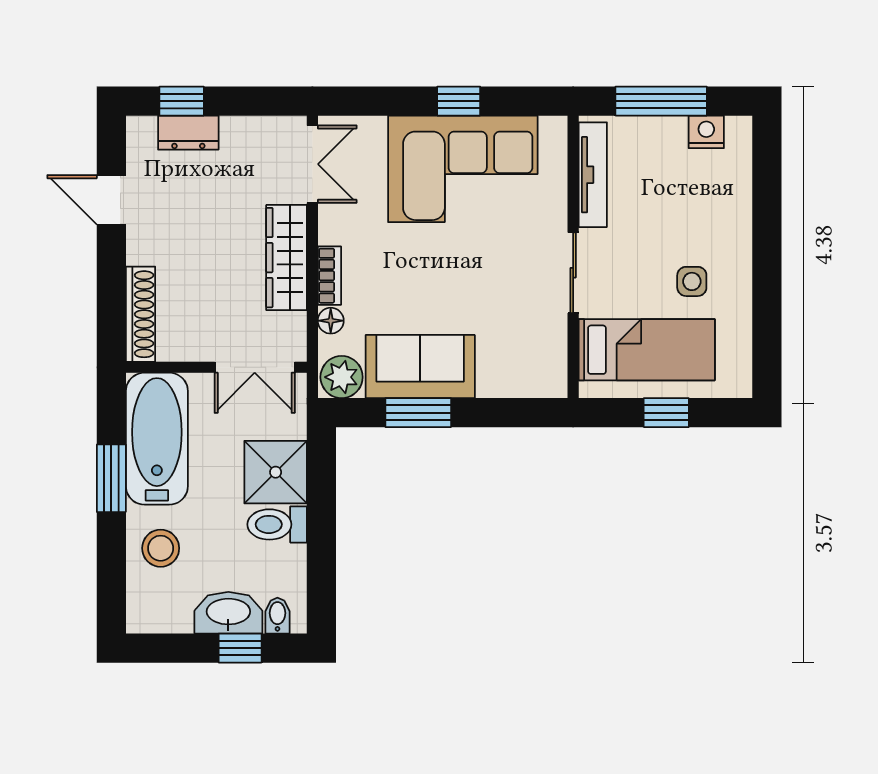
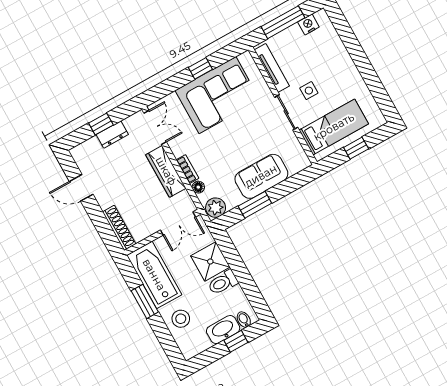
window: (182, 101) -> (101, 124), moved
dresser: (188, 133) -> (112, 135), moved
side table: (692, 281) -> (309, 91), moved
sofa: (420, 367) -> (261, 176), moved

